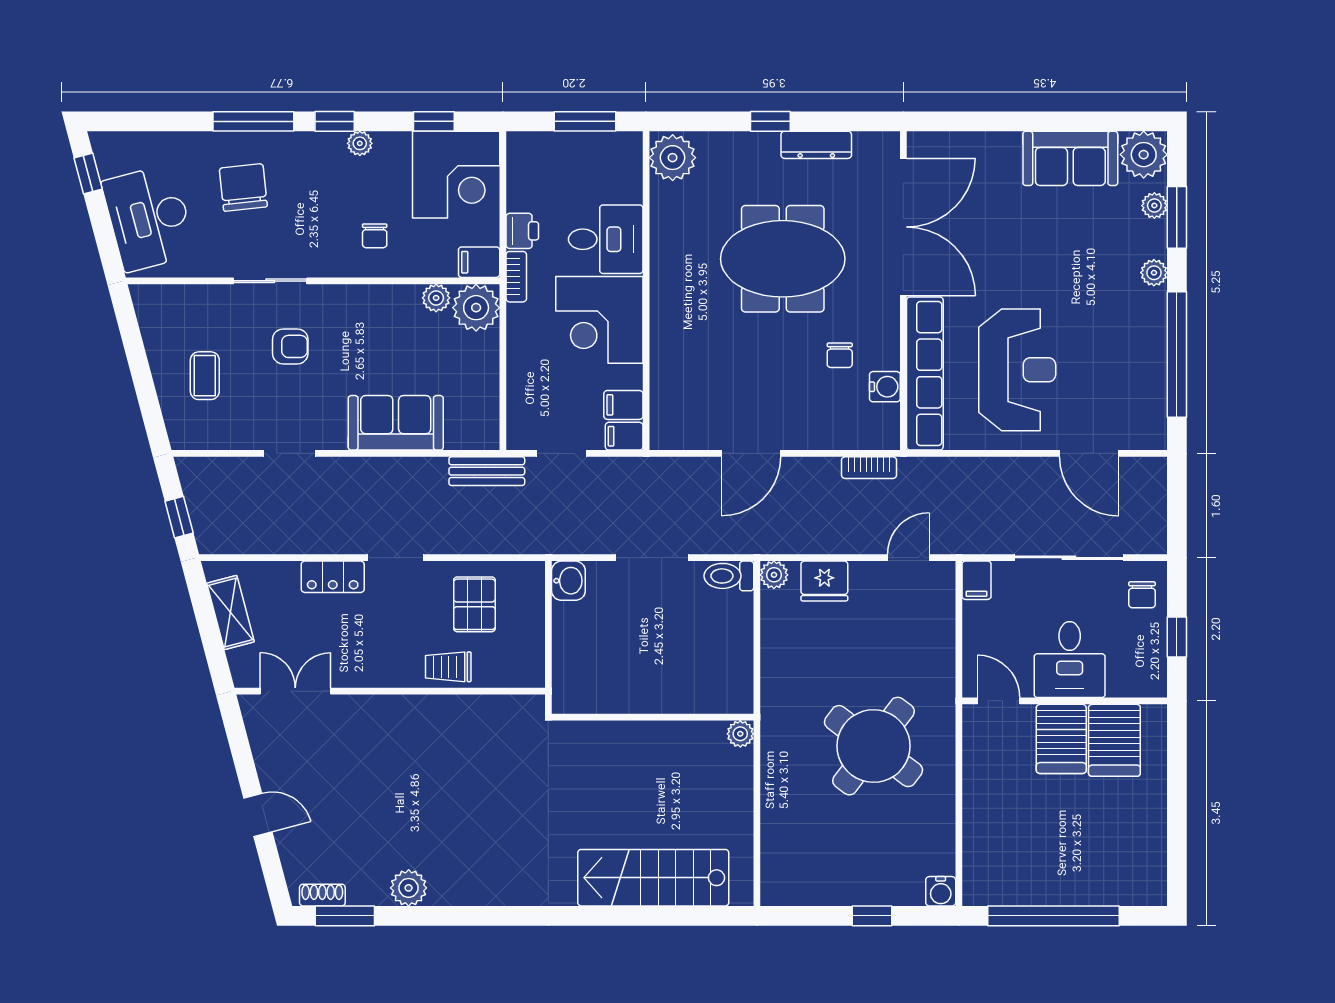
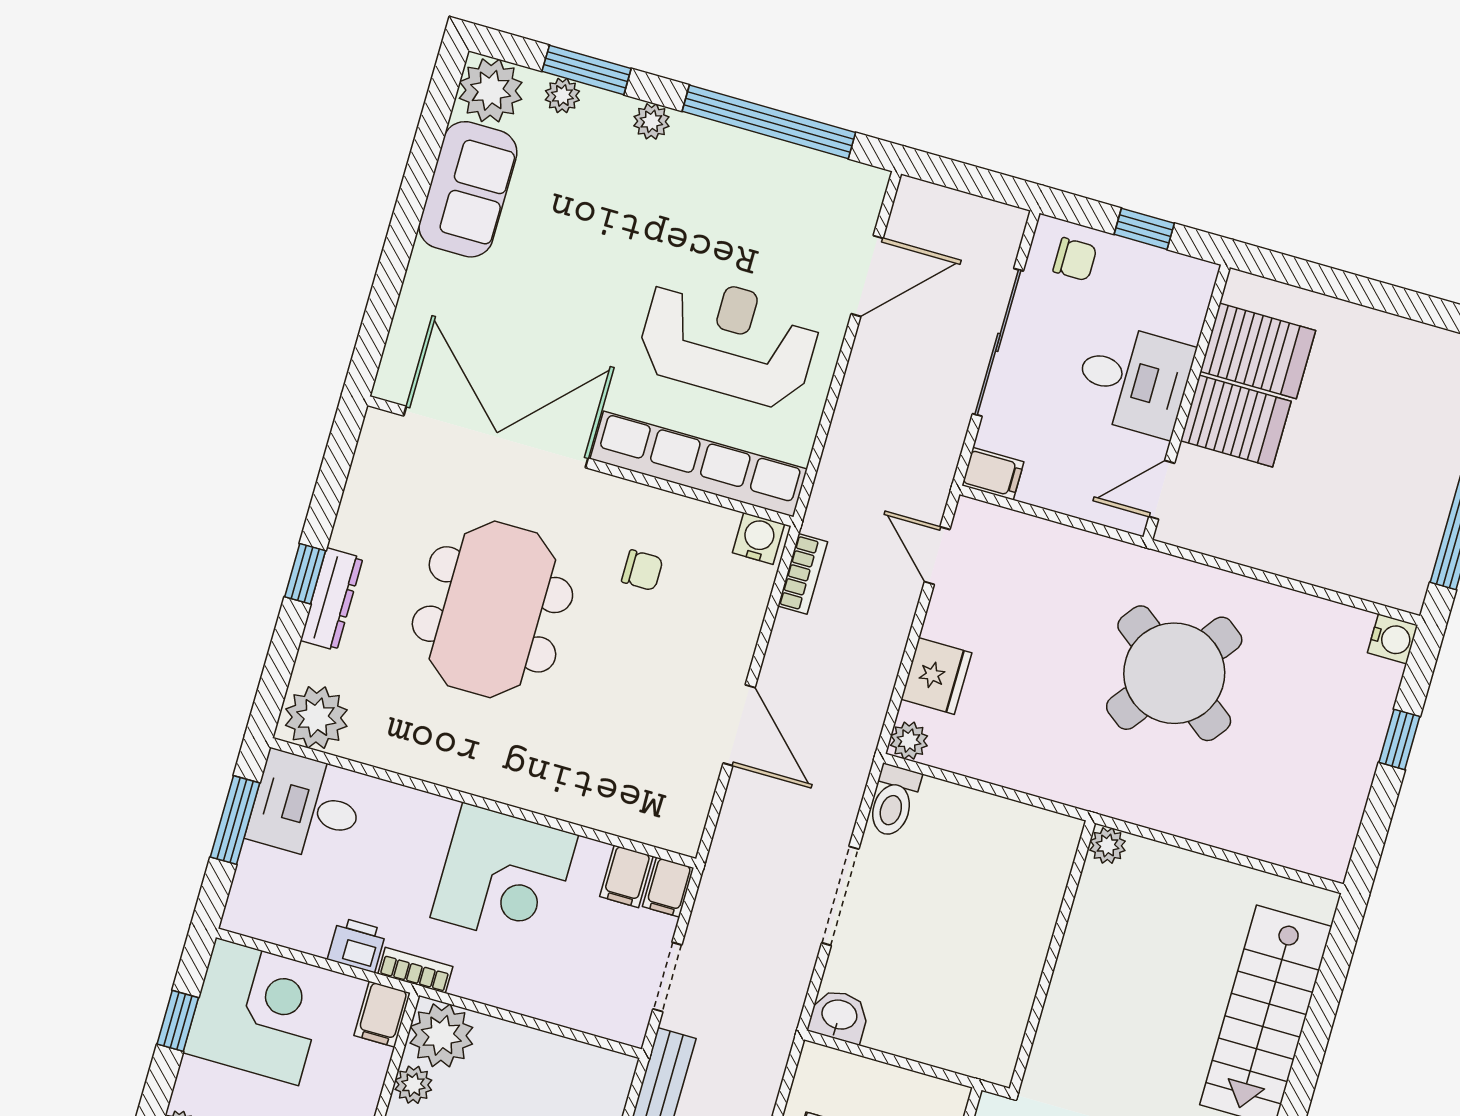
dresser: (816, 145) -> (332, 599), moved
desk: (606, 239) -> (306, 807), moved, turned -90
water cooler: (885, 387) -> (758, 538), moved

